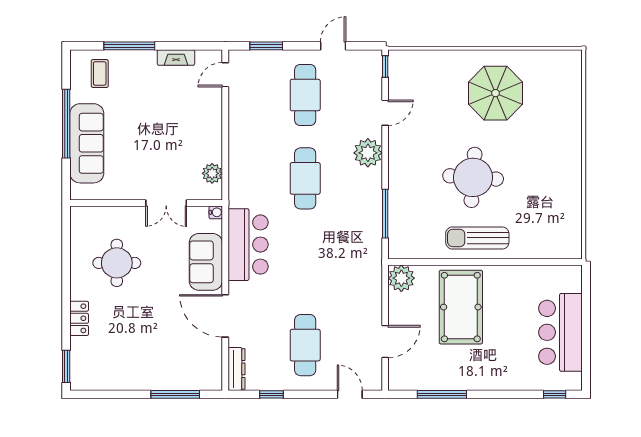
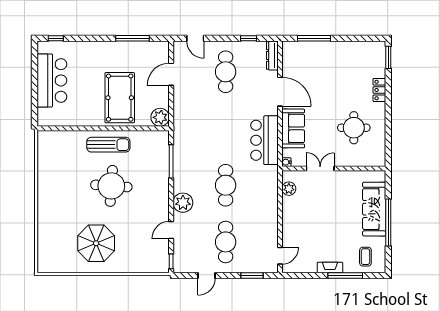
fireplace: (176, 58) -> (330, 267), moved

